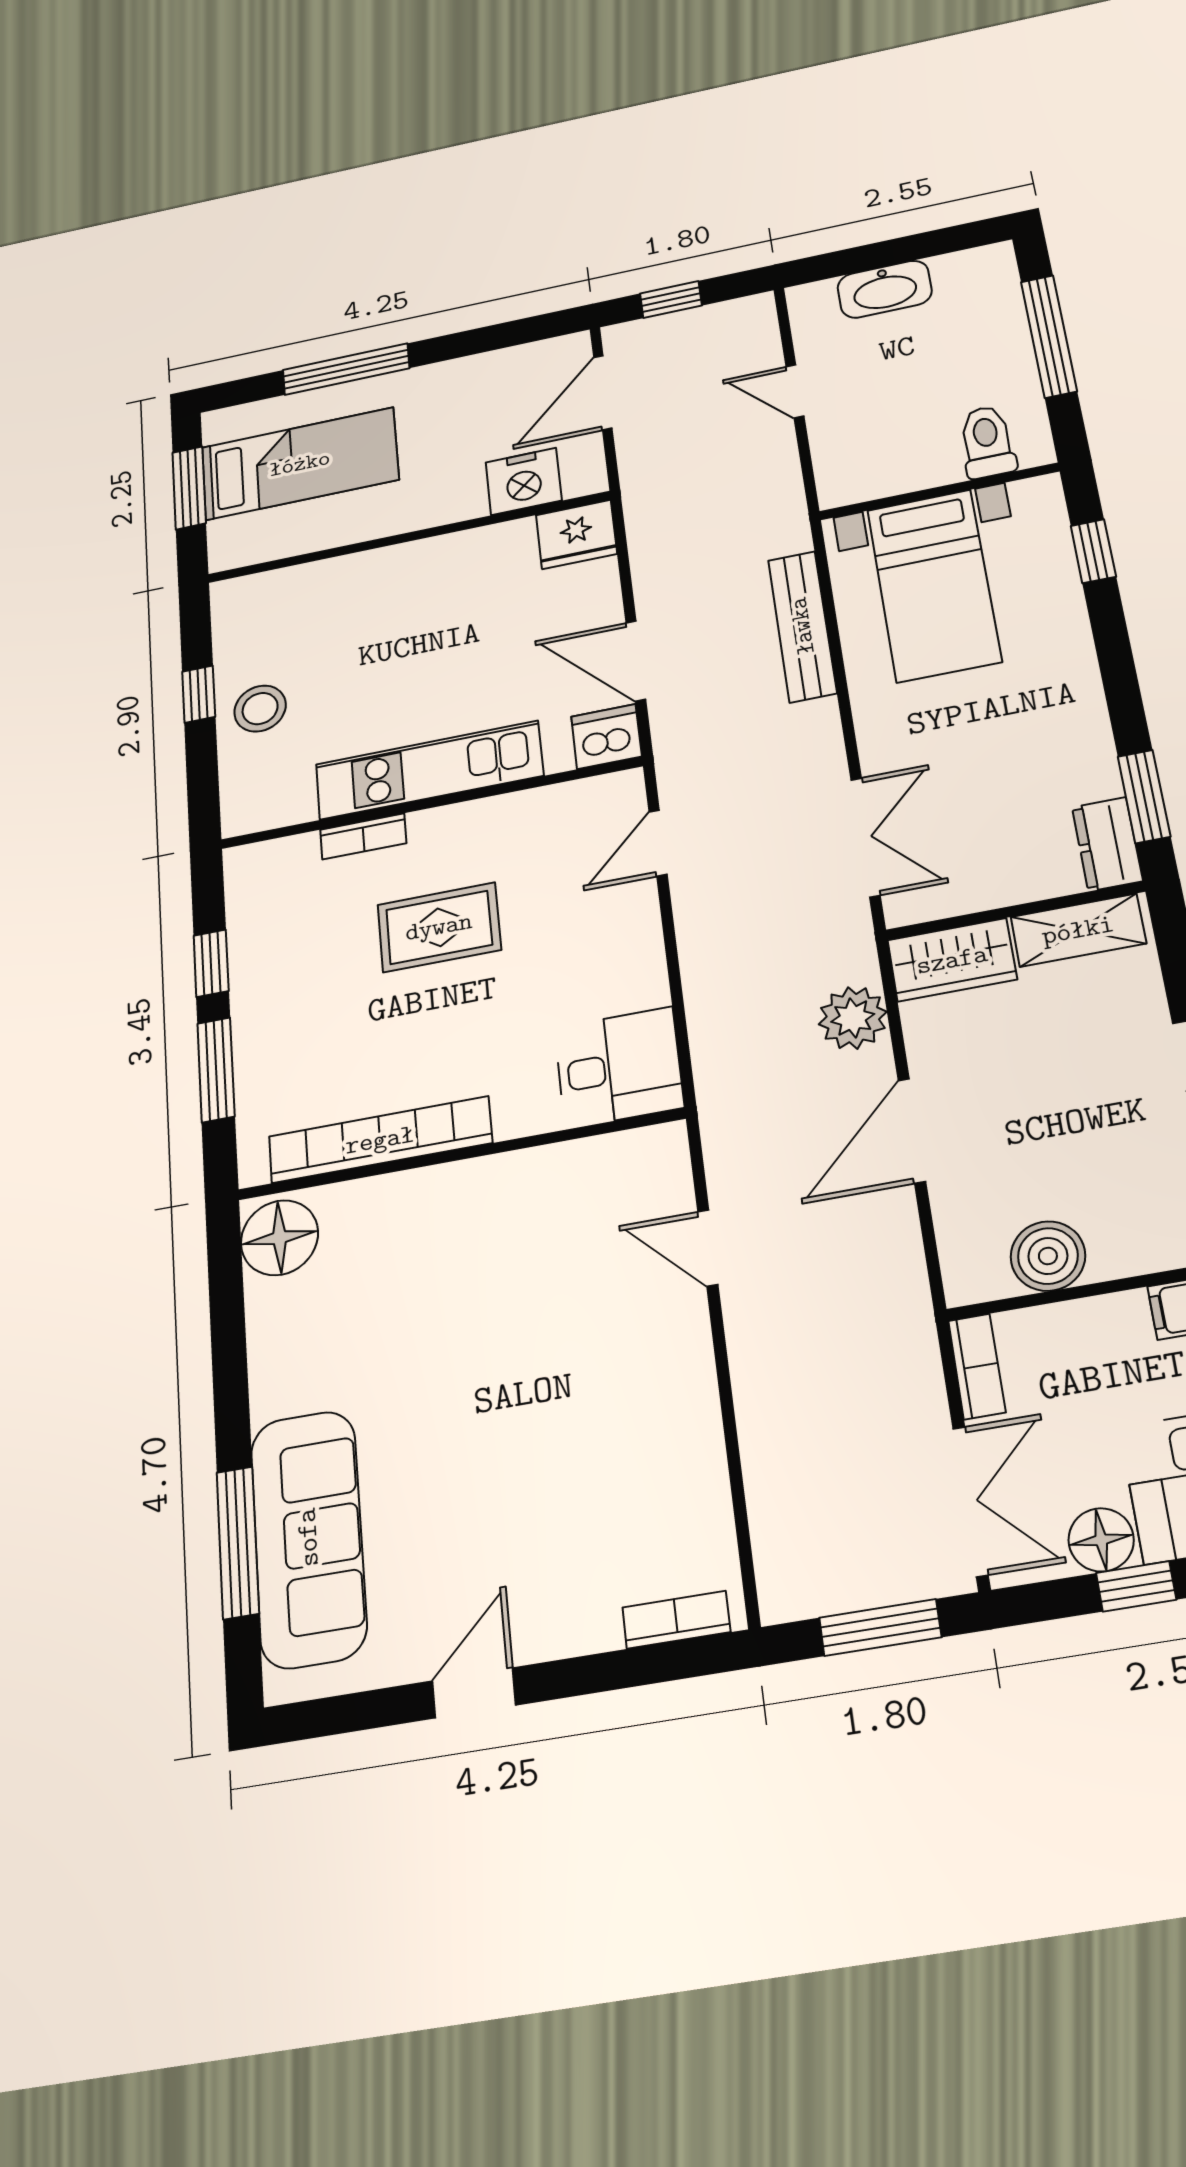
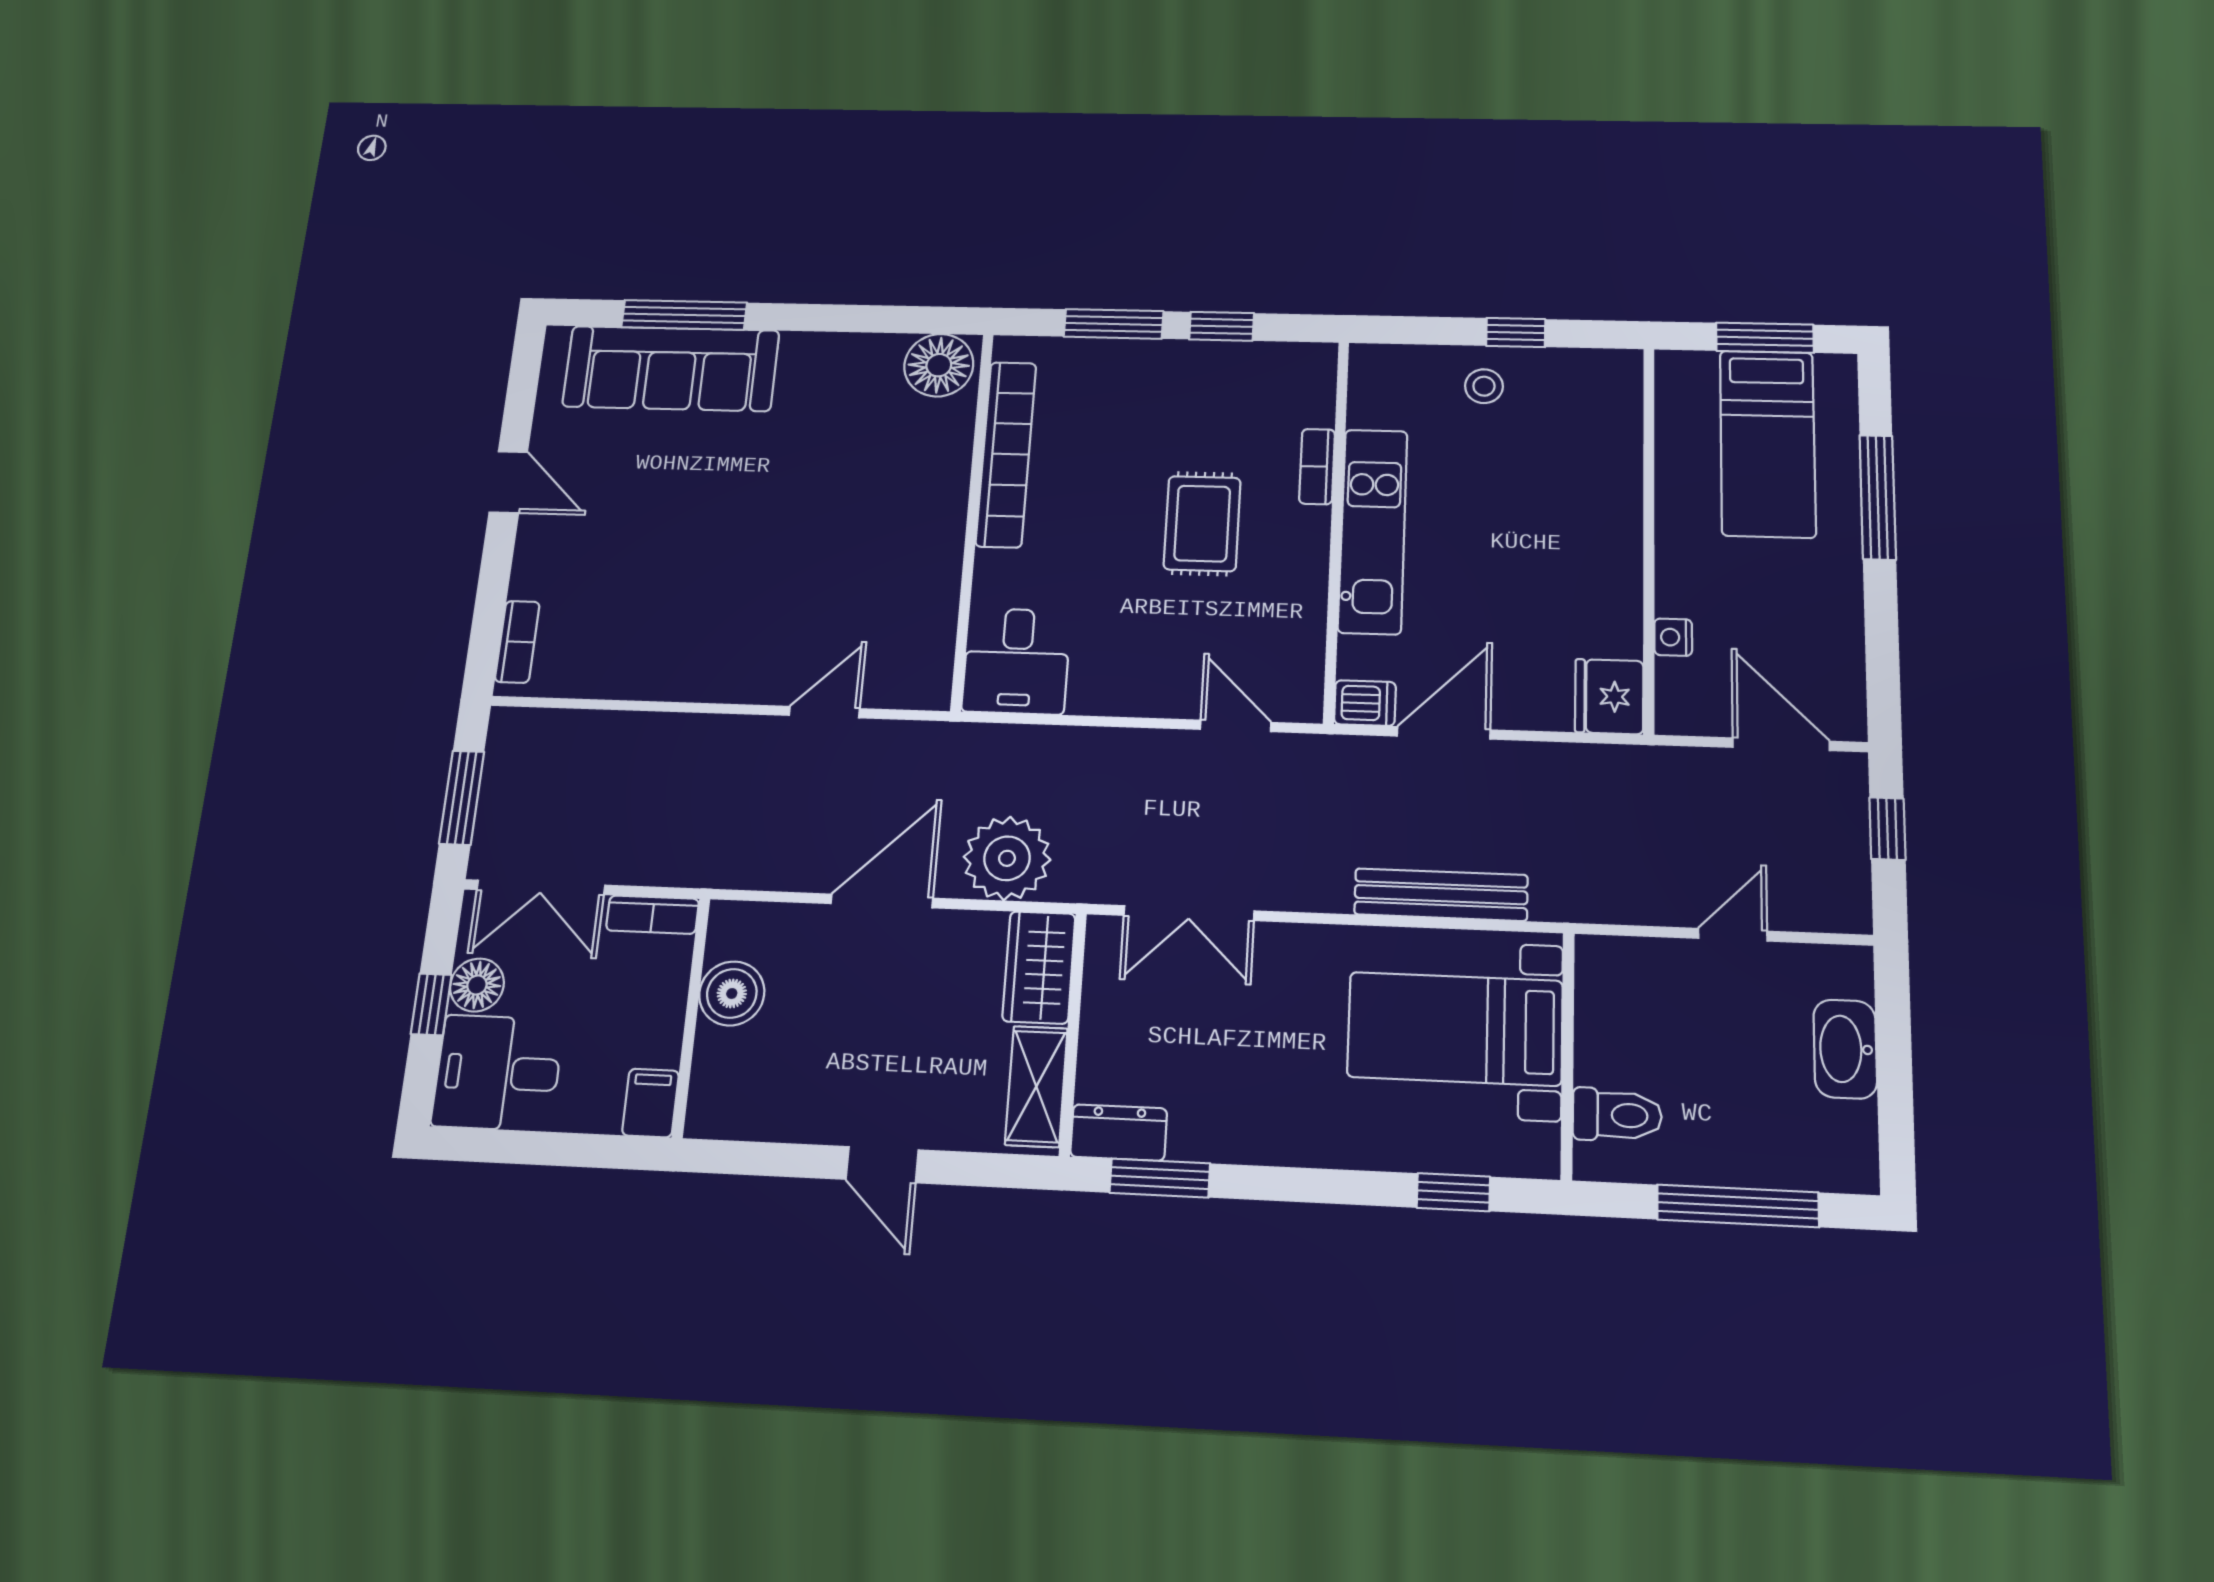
nightstand: (524, 481) -> (1673, 637), width x0.53, depth x0.56
stool: (260, 709) -> (1484, 386), width x0.73, depth x0.73
dishwasher: (606, 737) -> (1365, 703), width x0.73
plant: (853, 1018) -> (1007, 858), width x1.36, depth x1.36
door: (912, 1131) -> (882, 901), hinge flipped

